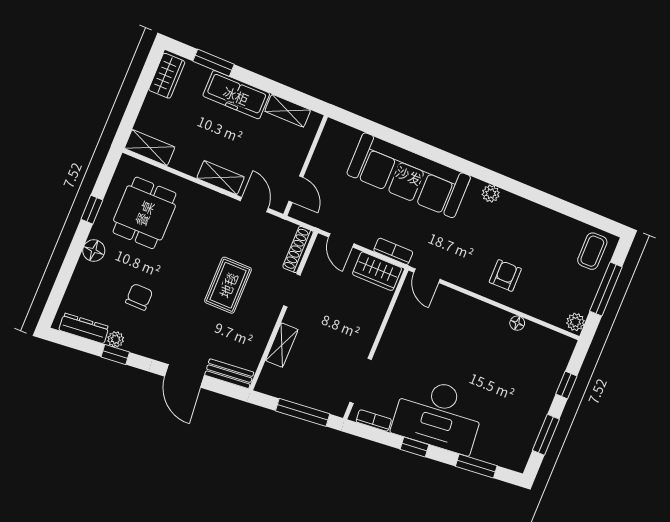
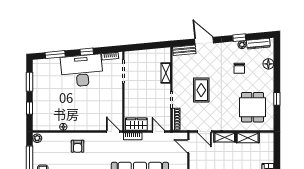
shelving: (150, 148) -> (248, 138), moved
floor lamp: (94, 251) -> (268, 64), moved
window: (303, 412) -> (144, 46), removed

